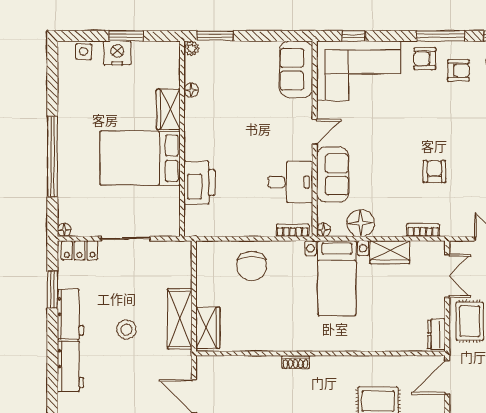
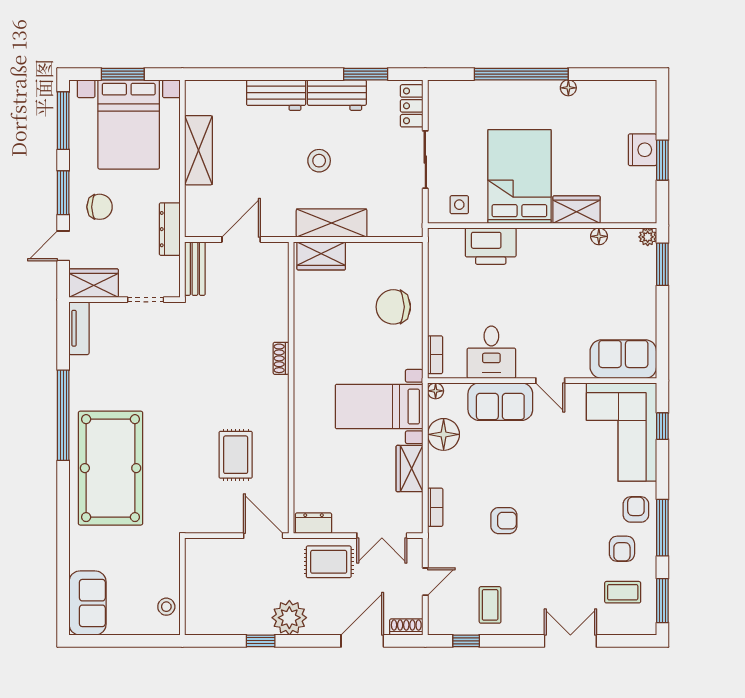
side table: (84, 52) -> (459, 205), moved
floor lamp: (64, 230) -> (568, 88), moved

